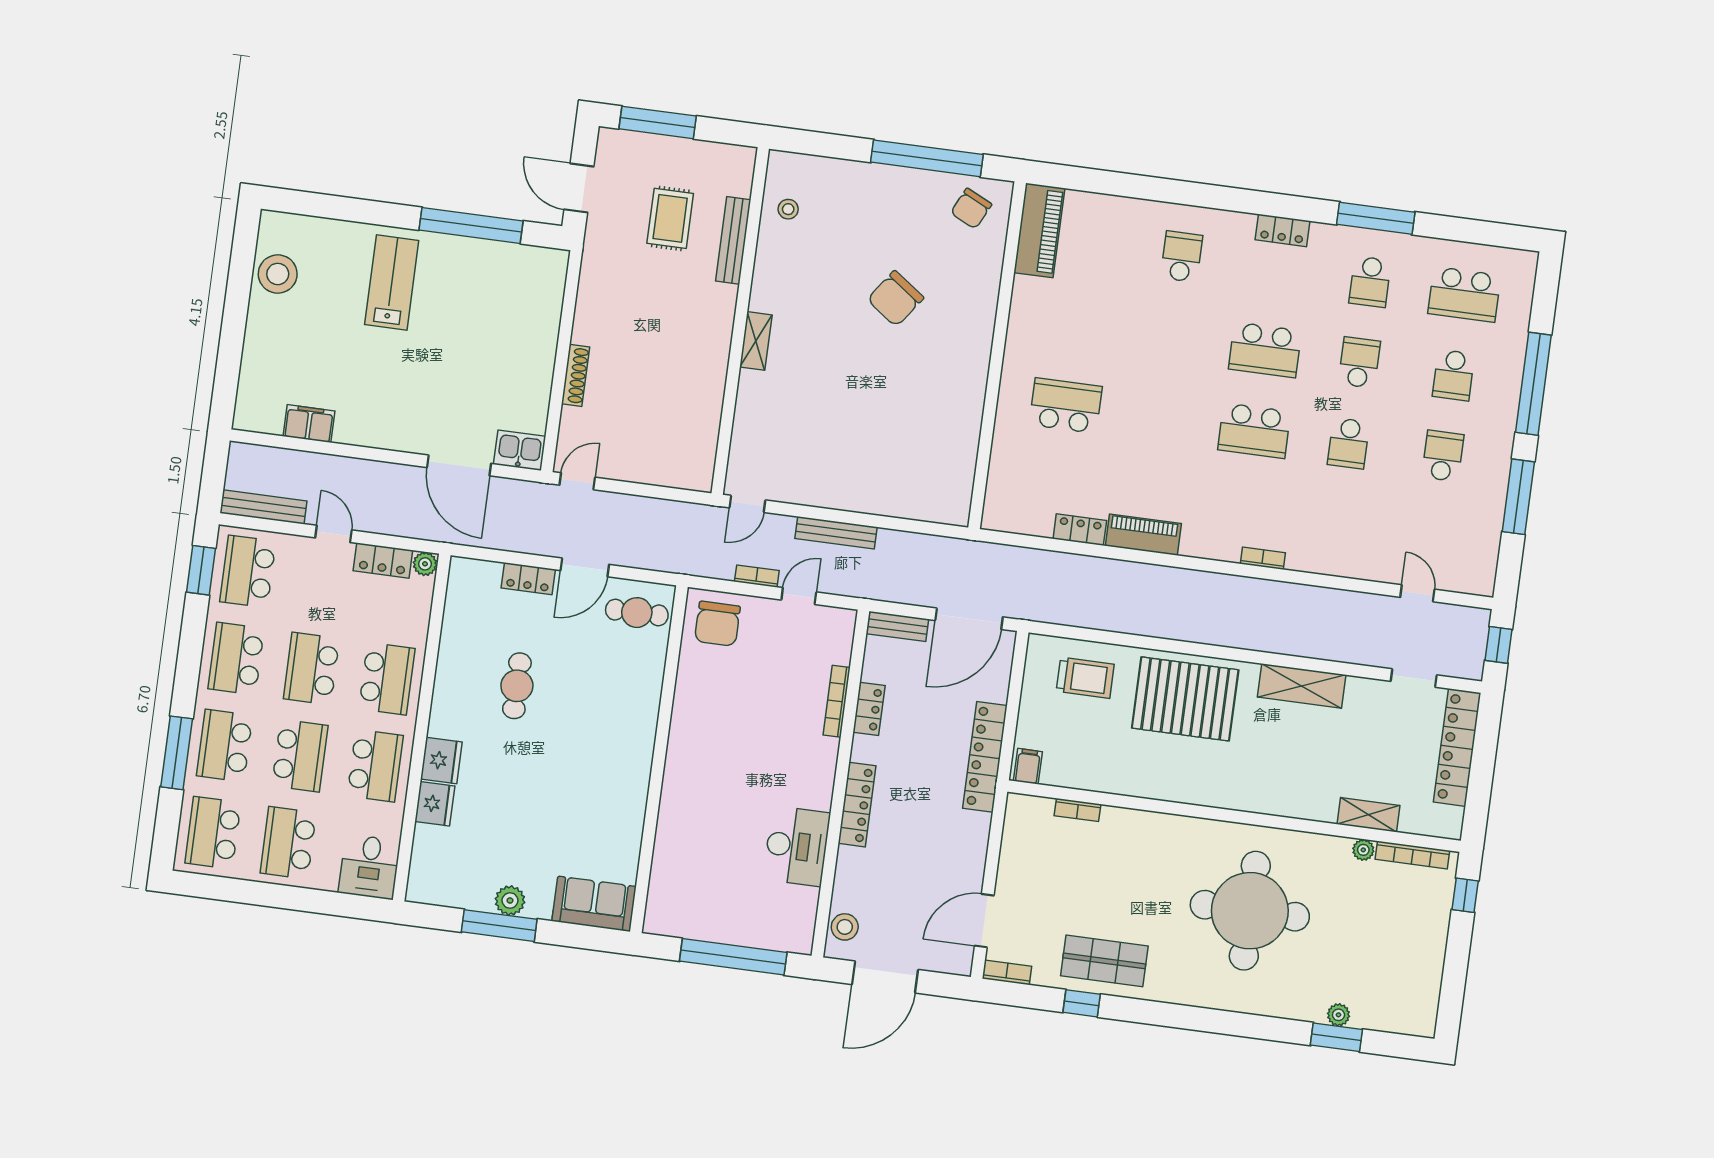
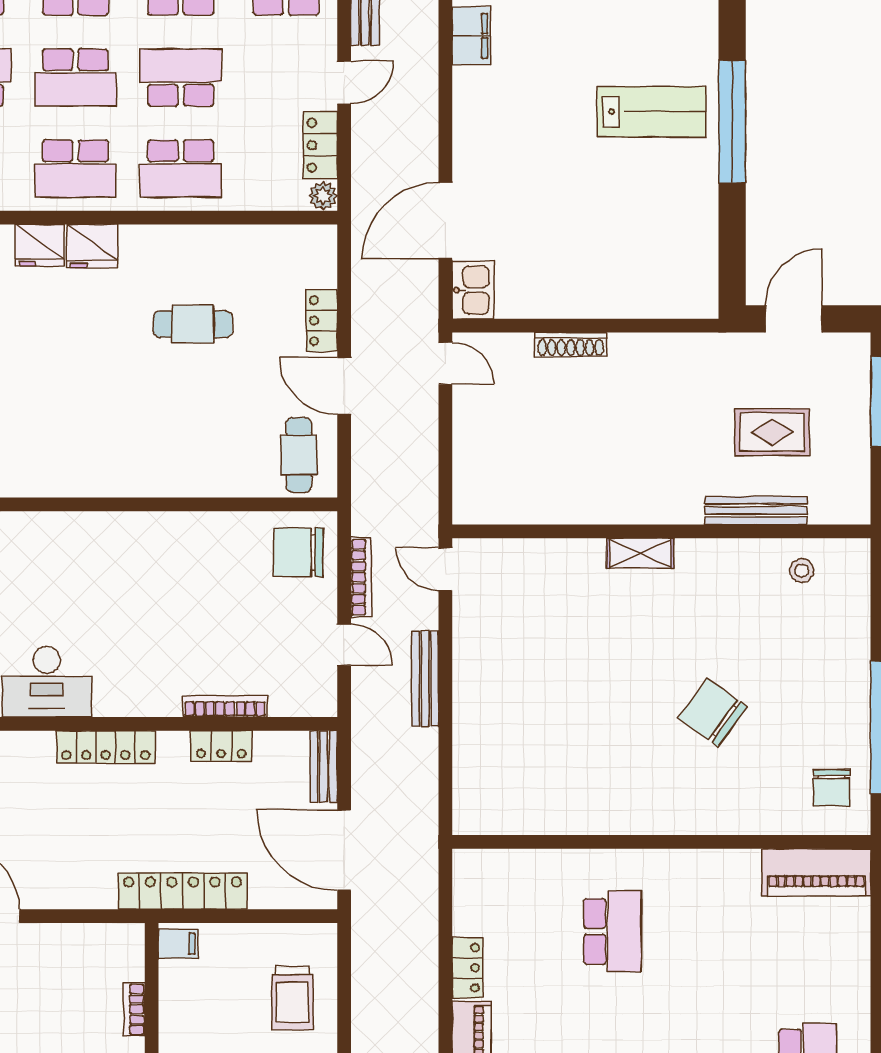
chair: (971, 209) -> (831, 788), turned -116
window: (471, 225) -> (732, 122), moved
bookcase: (757, 576) -> (361, 577), width x1.56

